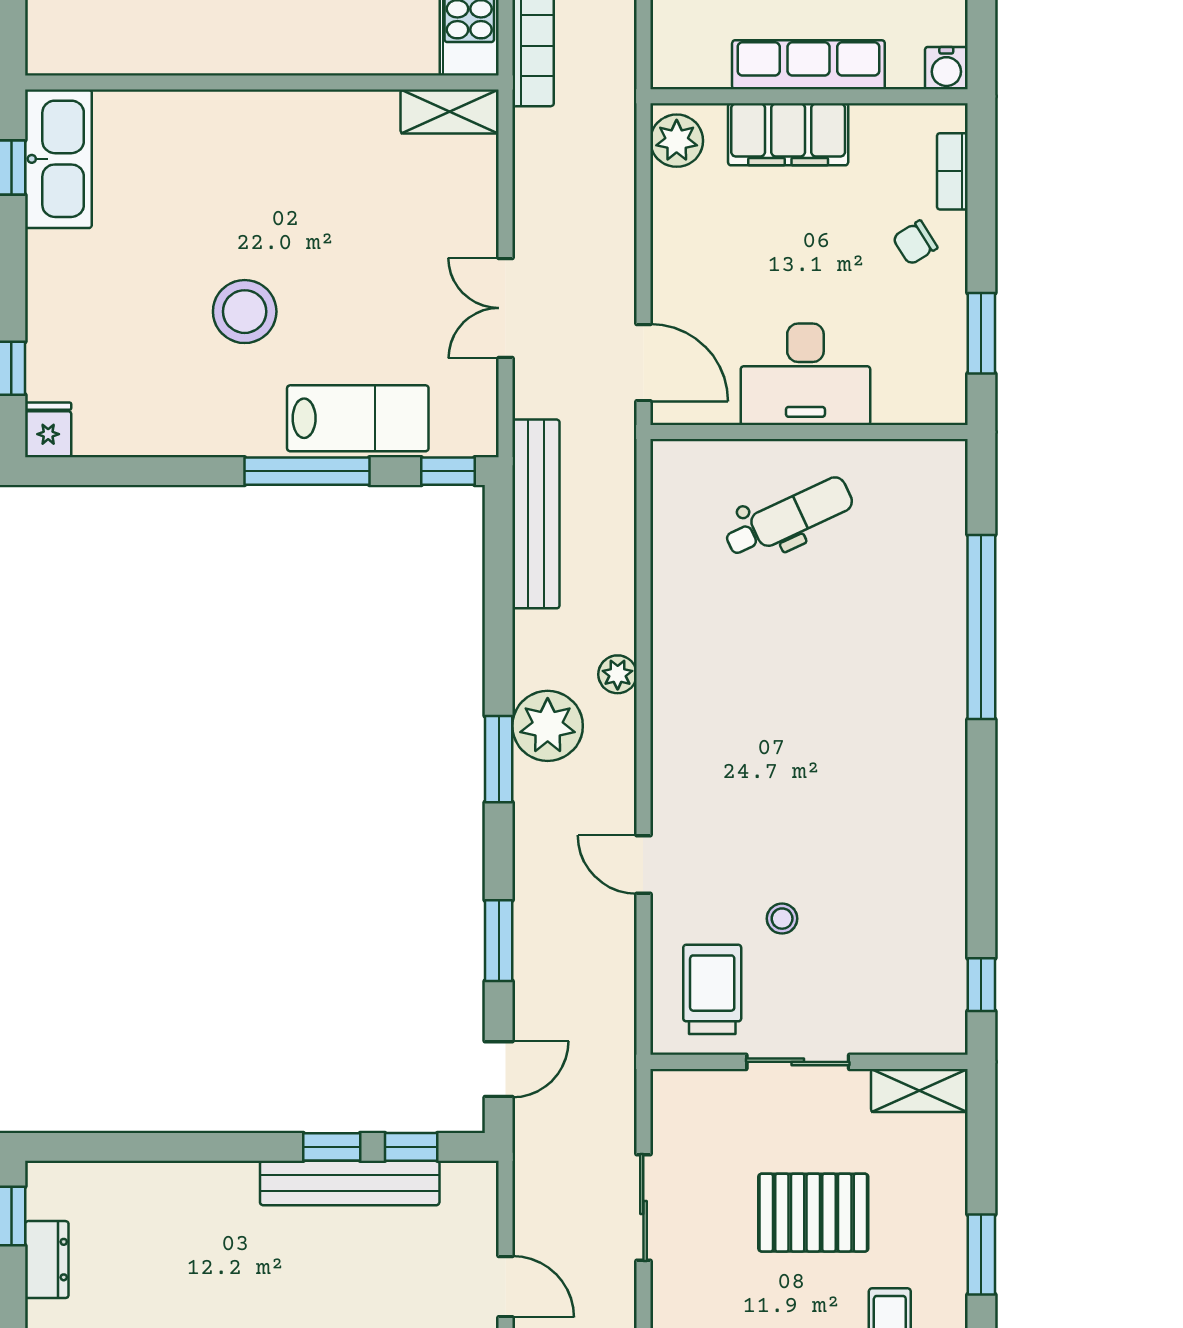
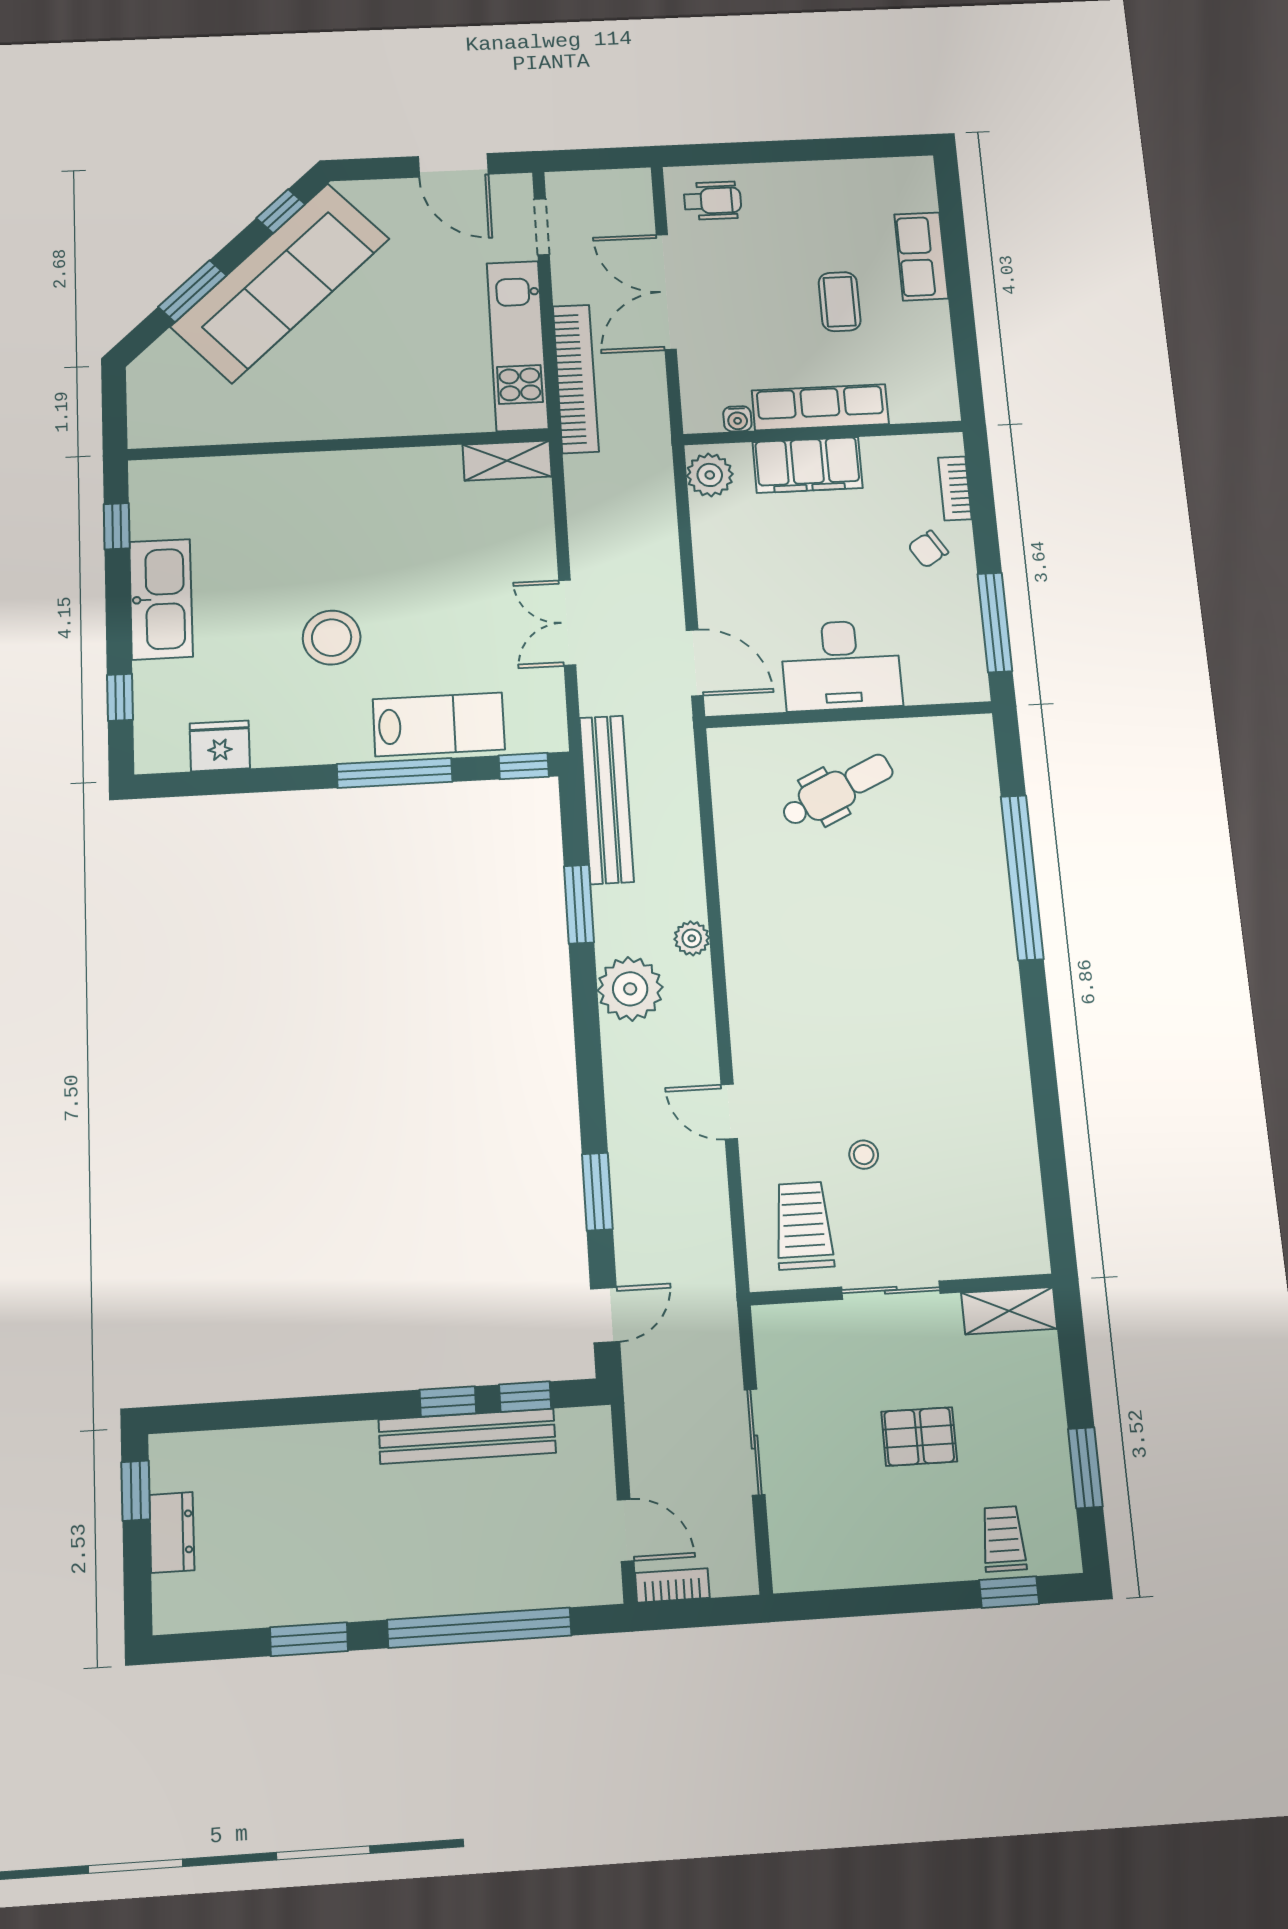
water cooler: (946, 68) -> (737, 419), moved, width x0.72, depth x0.72
kitchen sink: (58, 159) -> (161, 599), moved
window: (981, 333) -> (995, 622), width x1.44
fridge: (48, 430) -> (220, 746), moved, width x1.38
window: (499, 759) -> (579, 904), moved
window: (981, 985) -> (1057, 1206), removed
pallet: (813, 1213) -> (919, 1437), width x0.67, depth x0.71

